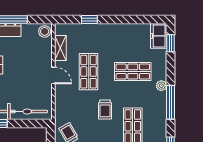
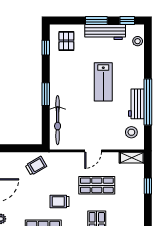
stool: (45, 31) -> (131, 132), moved
shelving: (60, 48) -> (132, 158), moved

